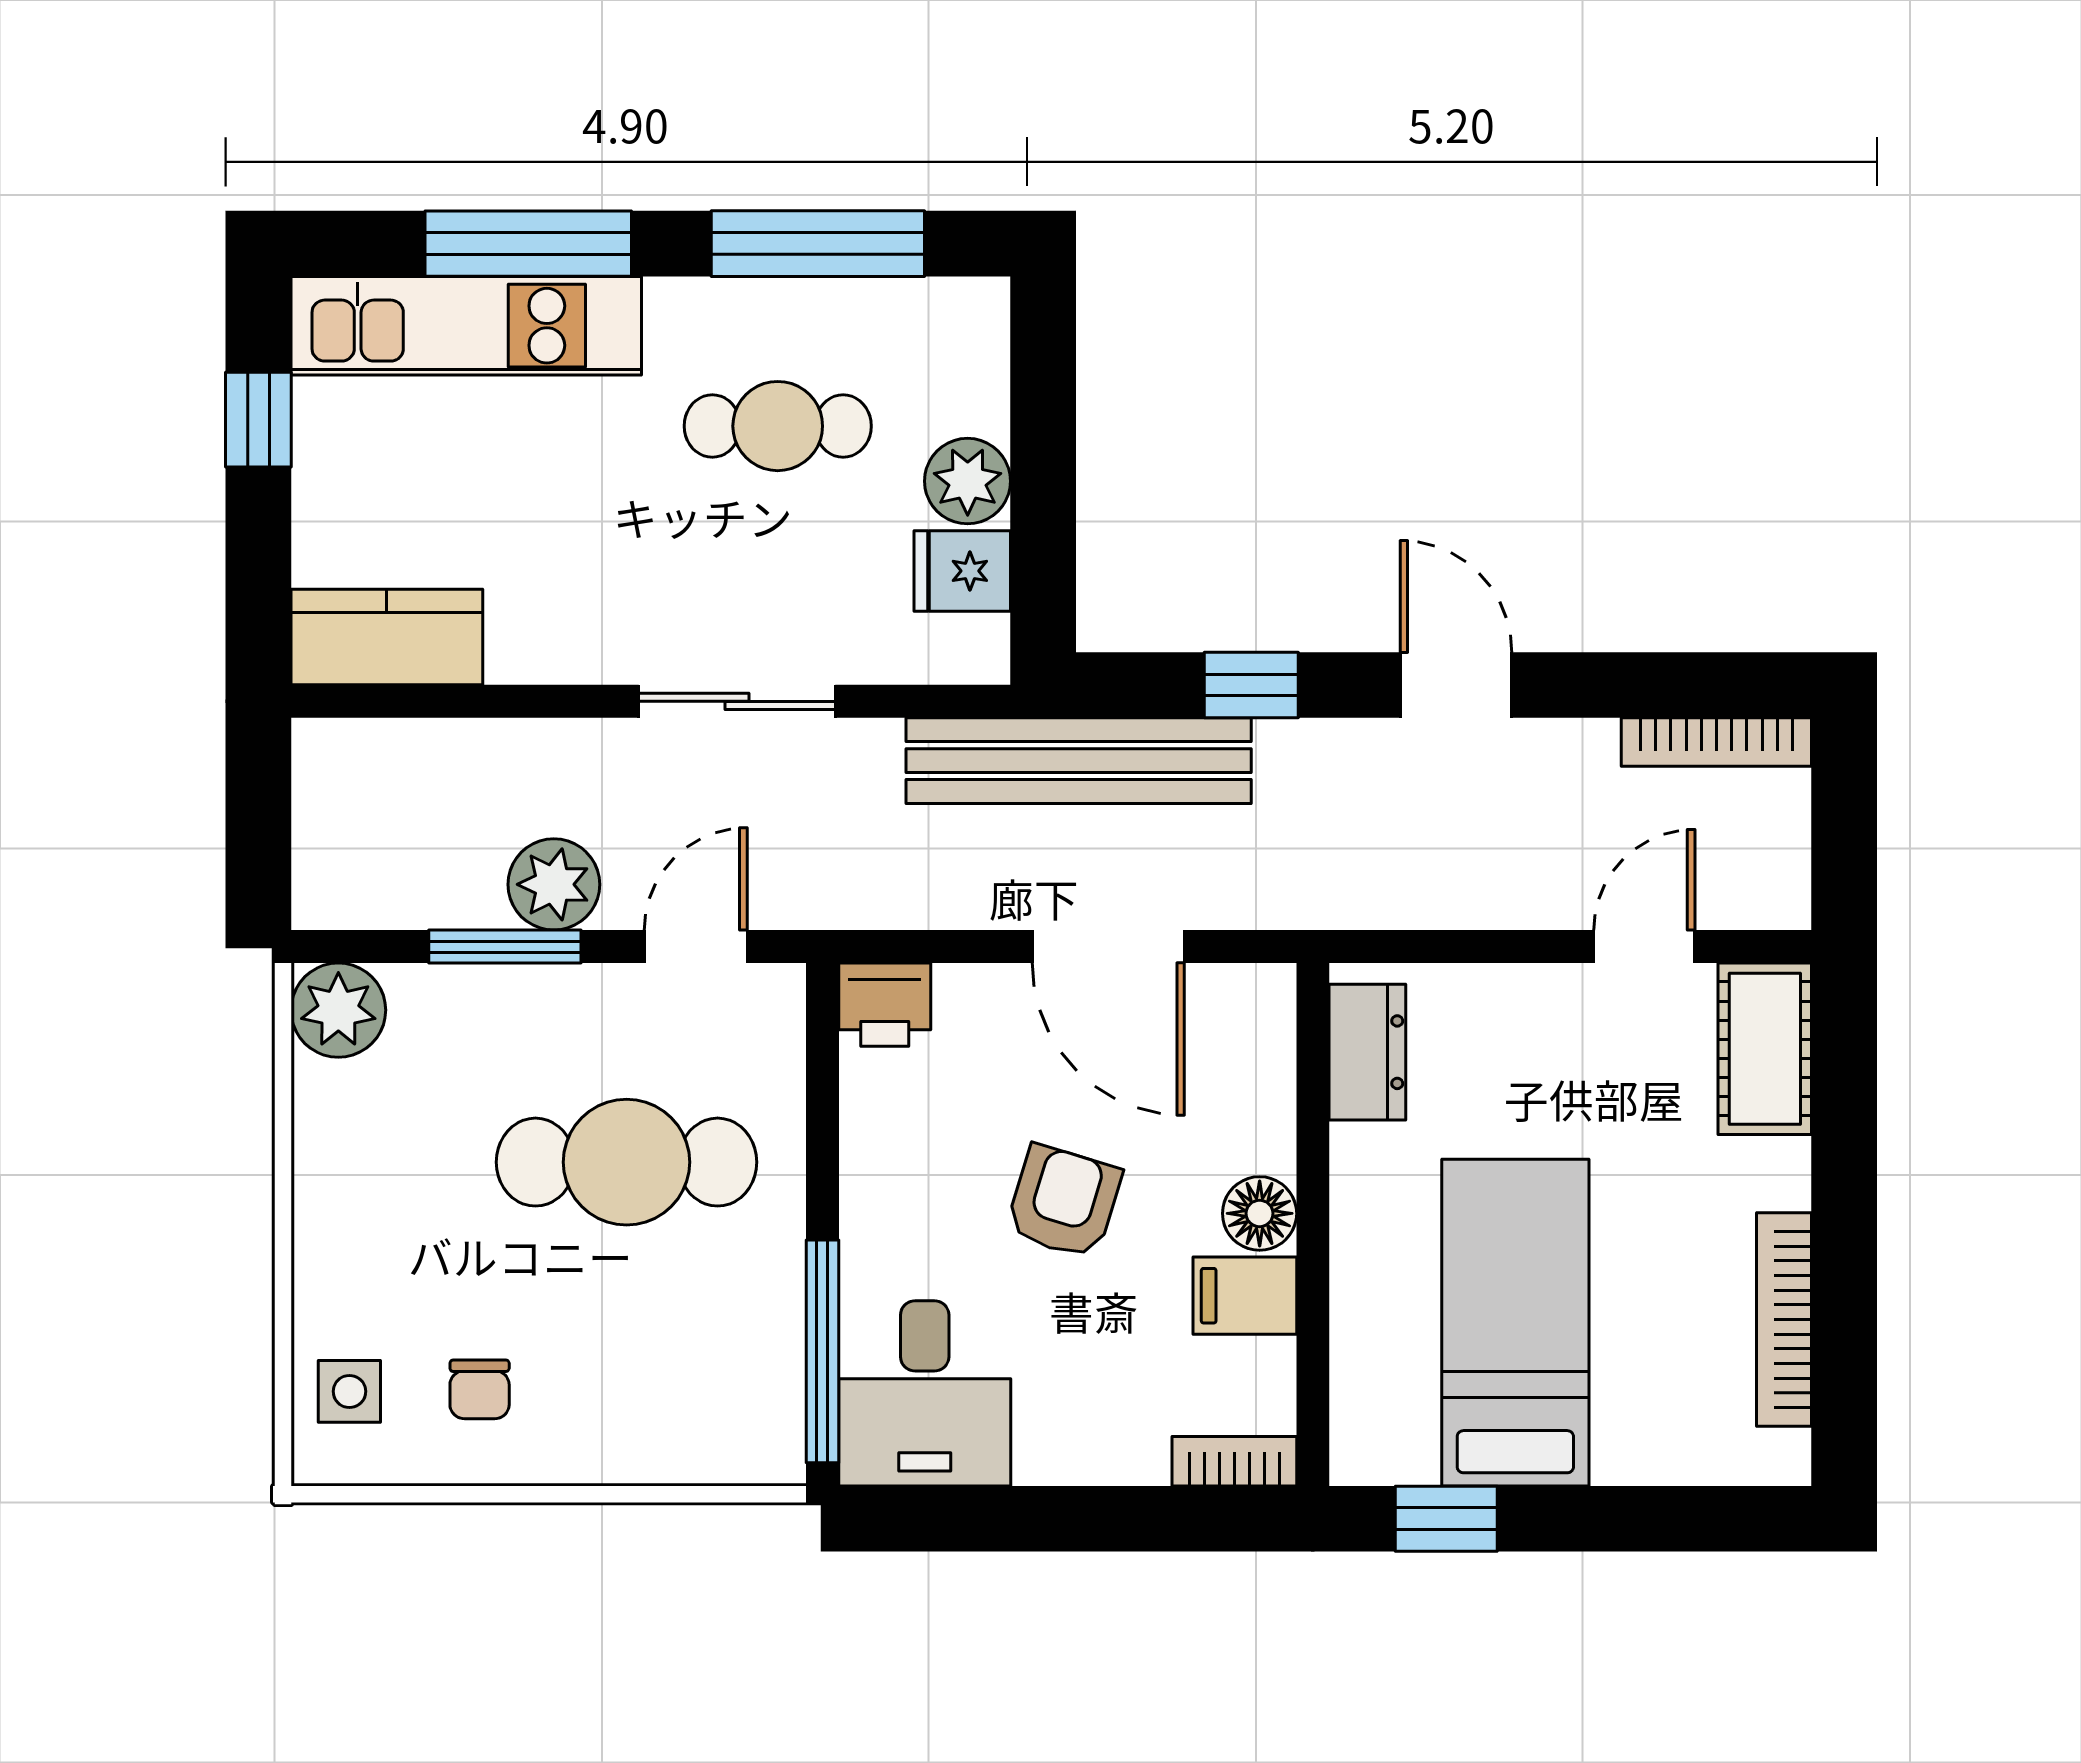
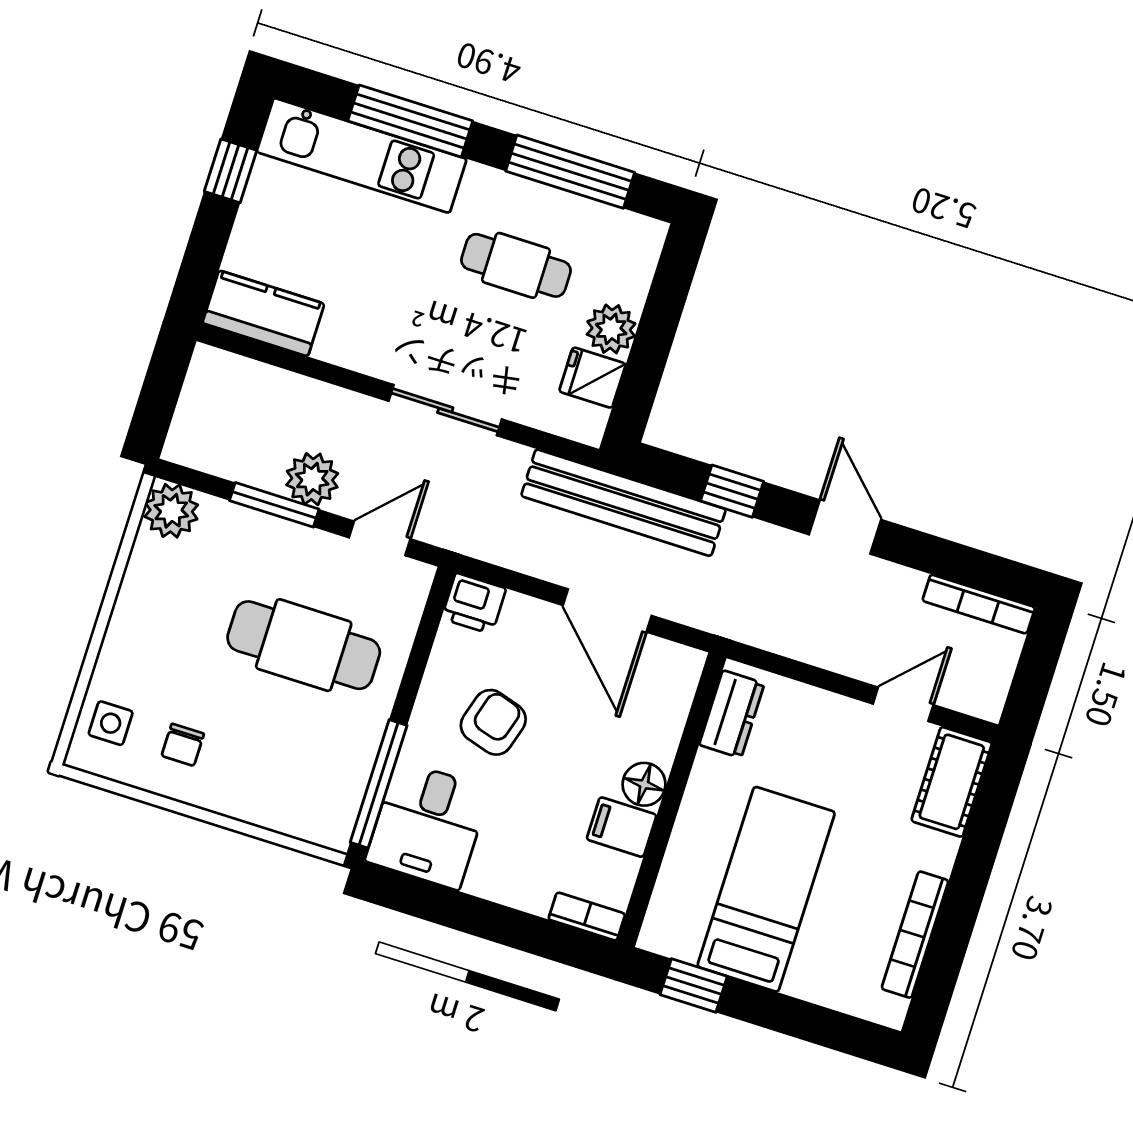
armchair: (1064, 1202) -> (493, 722), moved

